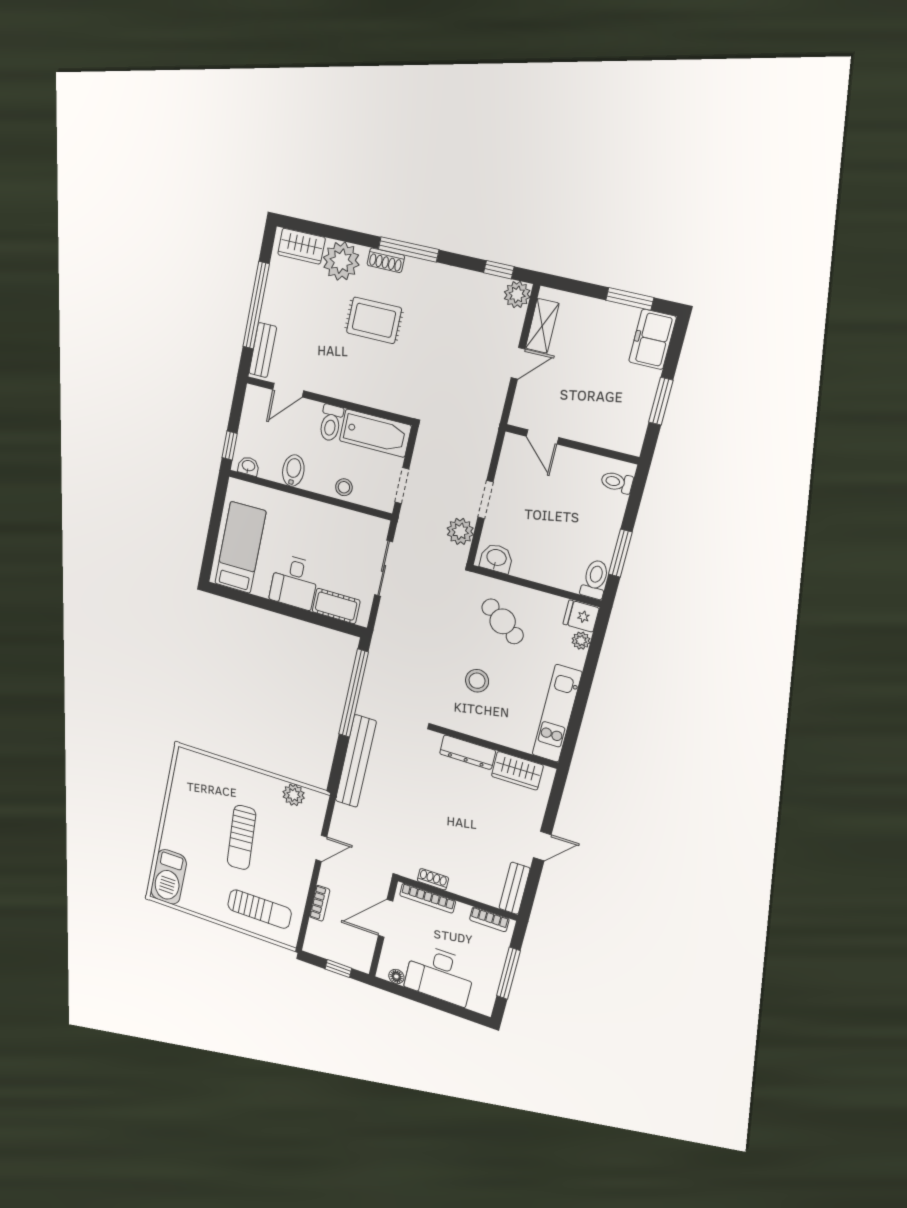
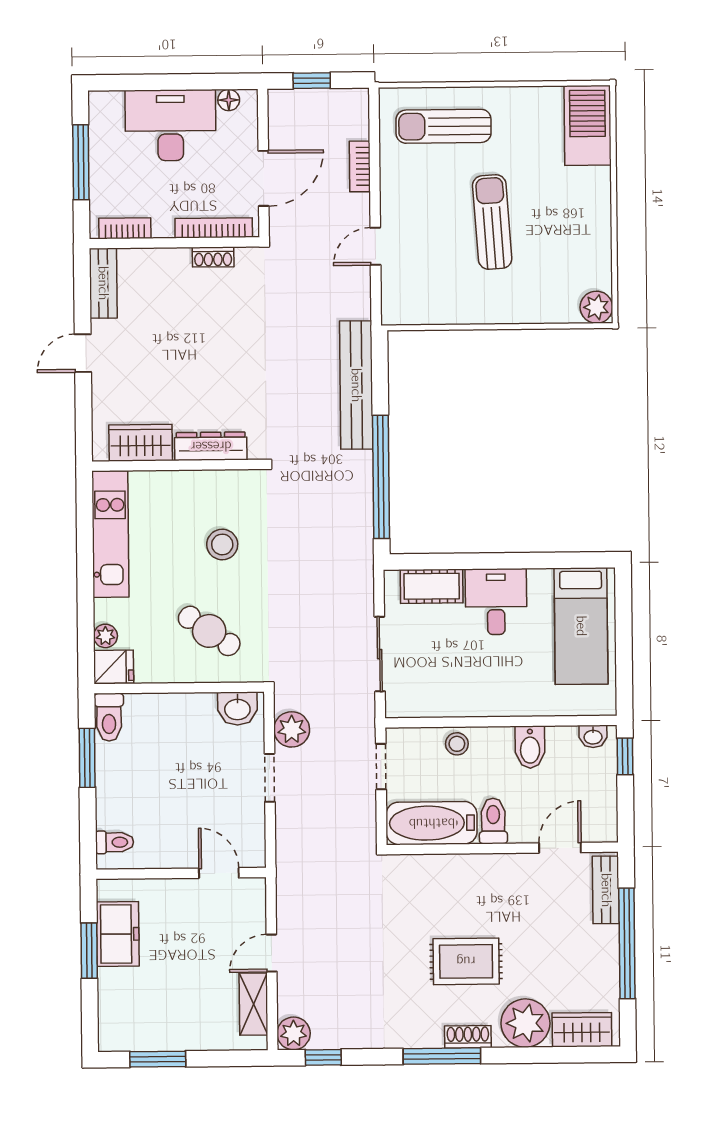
freezer: (652, 339) -> (118, 934), moved
plant: (294, 795) -> (596, 307), moved

